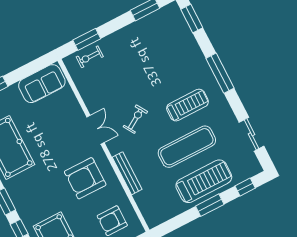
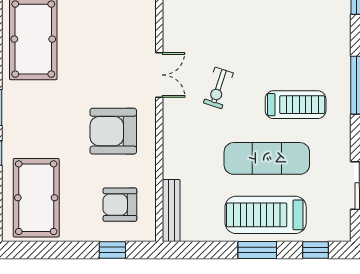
exercise bike: (135, 119) -> (218, 88), turned 140
bench: (127, 173) -> (171, 210), moved
treadmill: (204, 181) -> (266, 215), turned 180

